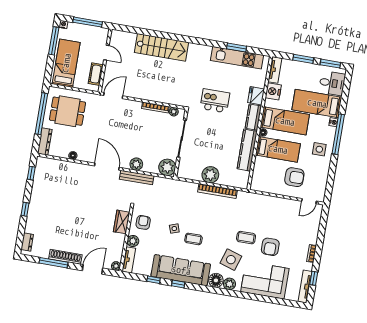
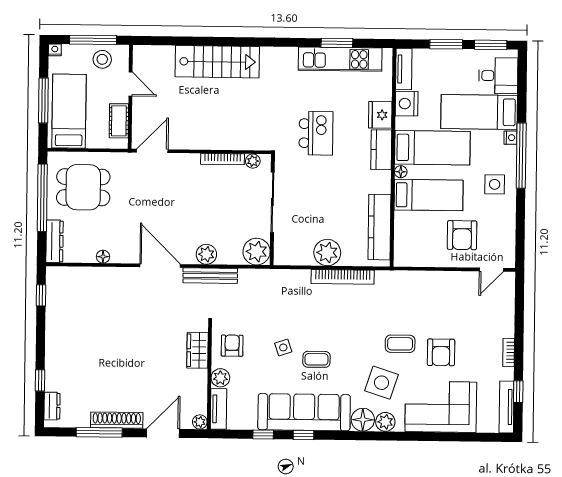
stool: (91, 35) -> (102, 59), added
window: (54, 41) -> (43, 100), moved
kitchen island: (215, 101) -> (316, 133), turned 90
kitchen counter: (247, 150) -> (379, 227), moved
armchair: (294, 177) -> (462, 235), turned 90
window: (25, 209) -> (40, 380), moved

